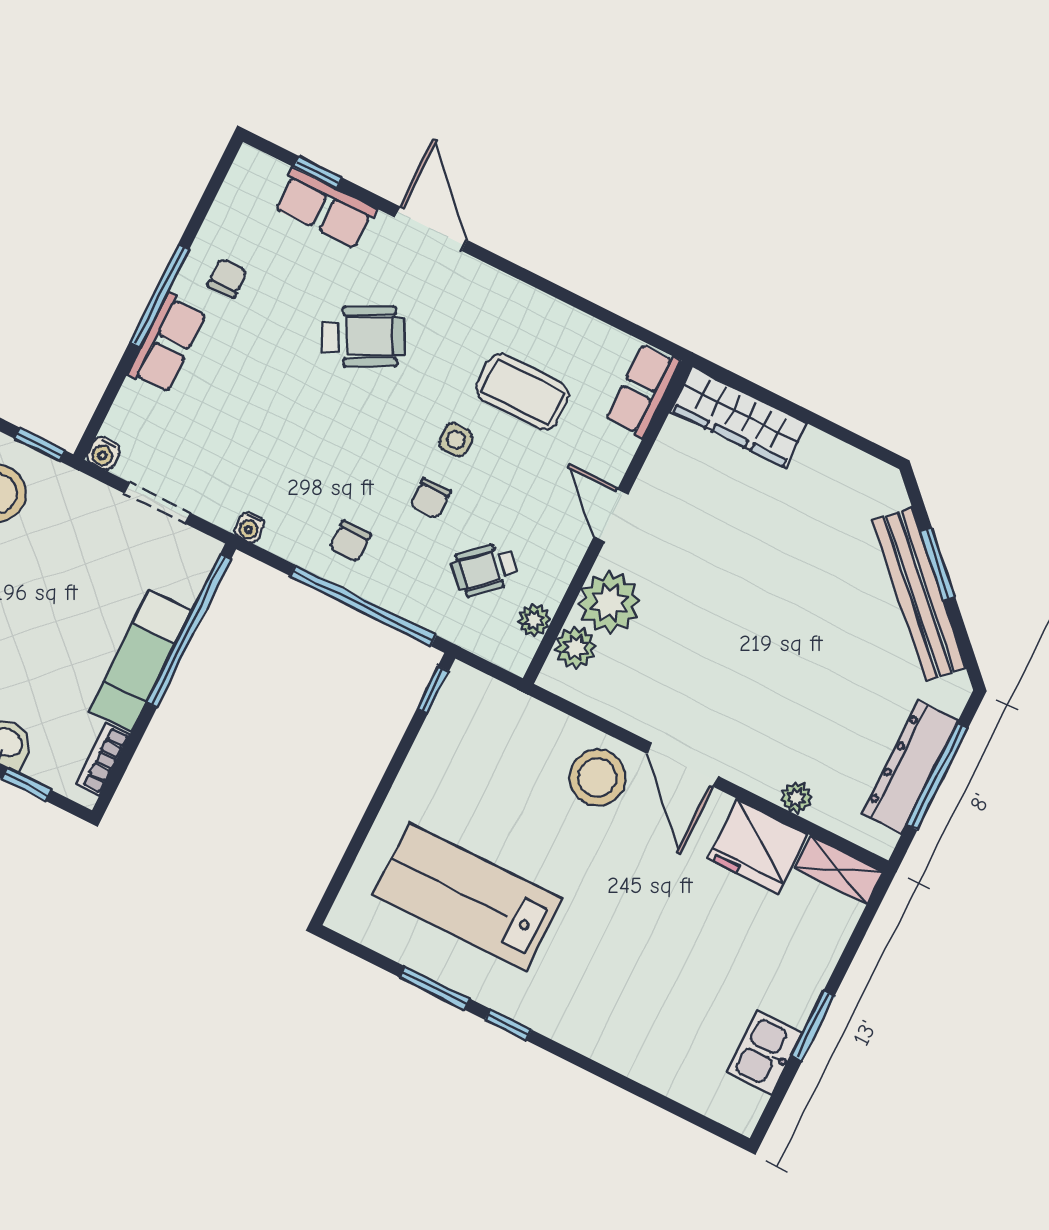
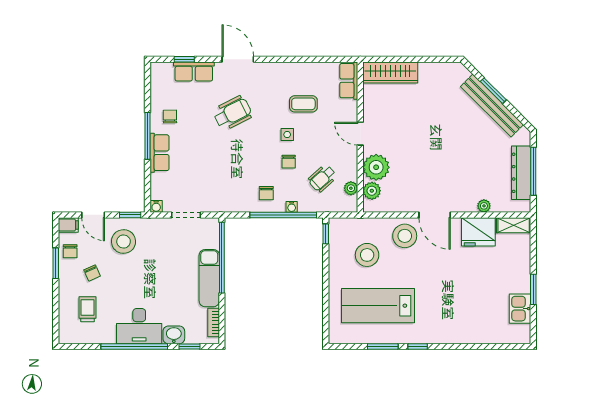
coffee table: (523, 392) -> (303, 104), width x0.73, depth x0.77
water cooler: (249, 527) -> (292, 207), moved
stool: (498, 778) -> (367, 255), added

